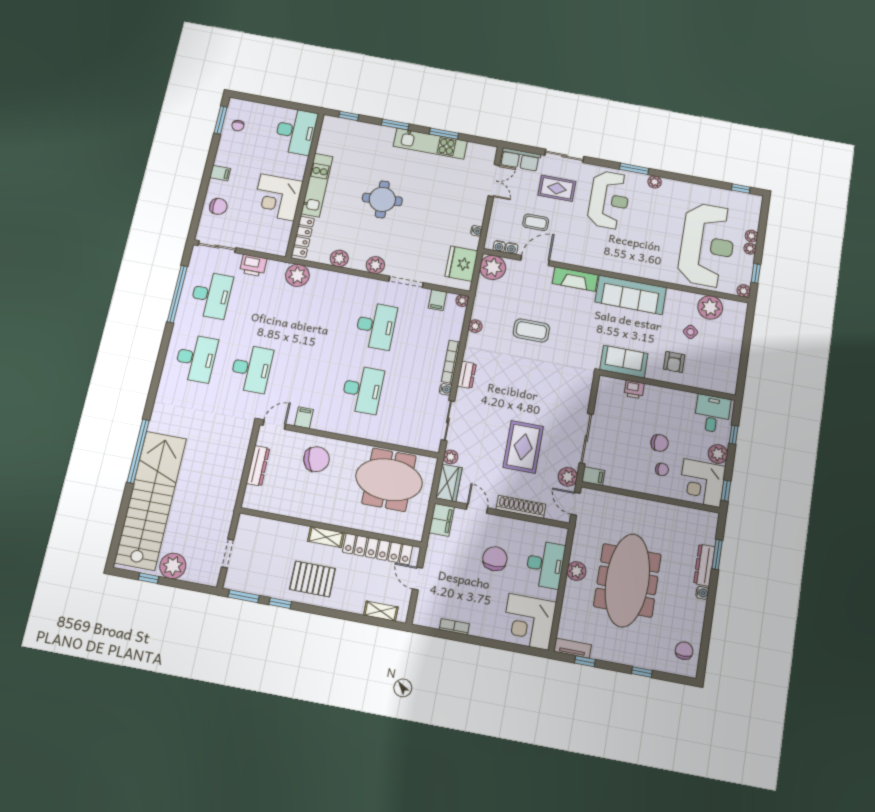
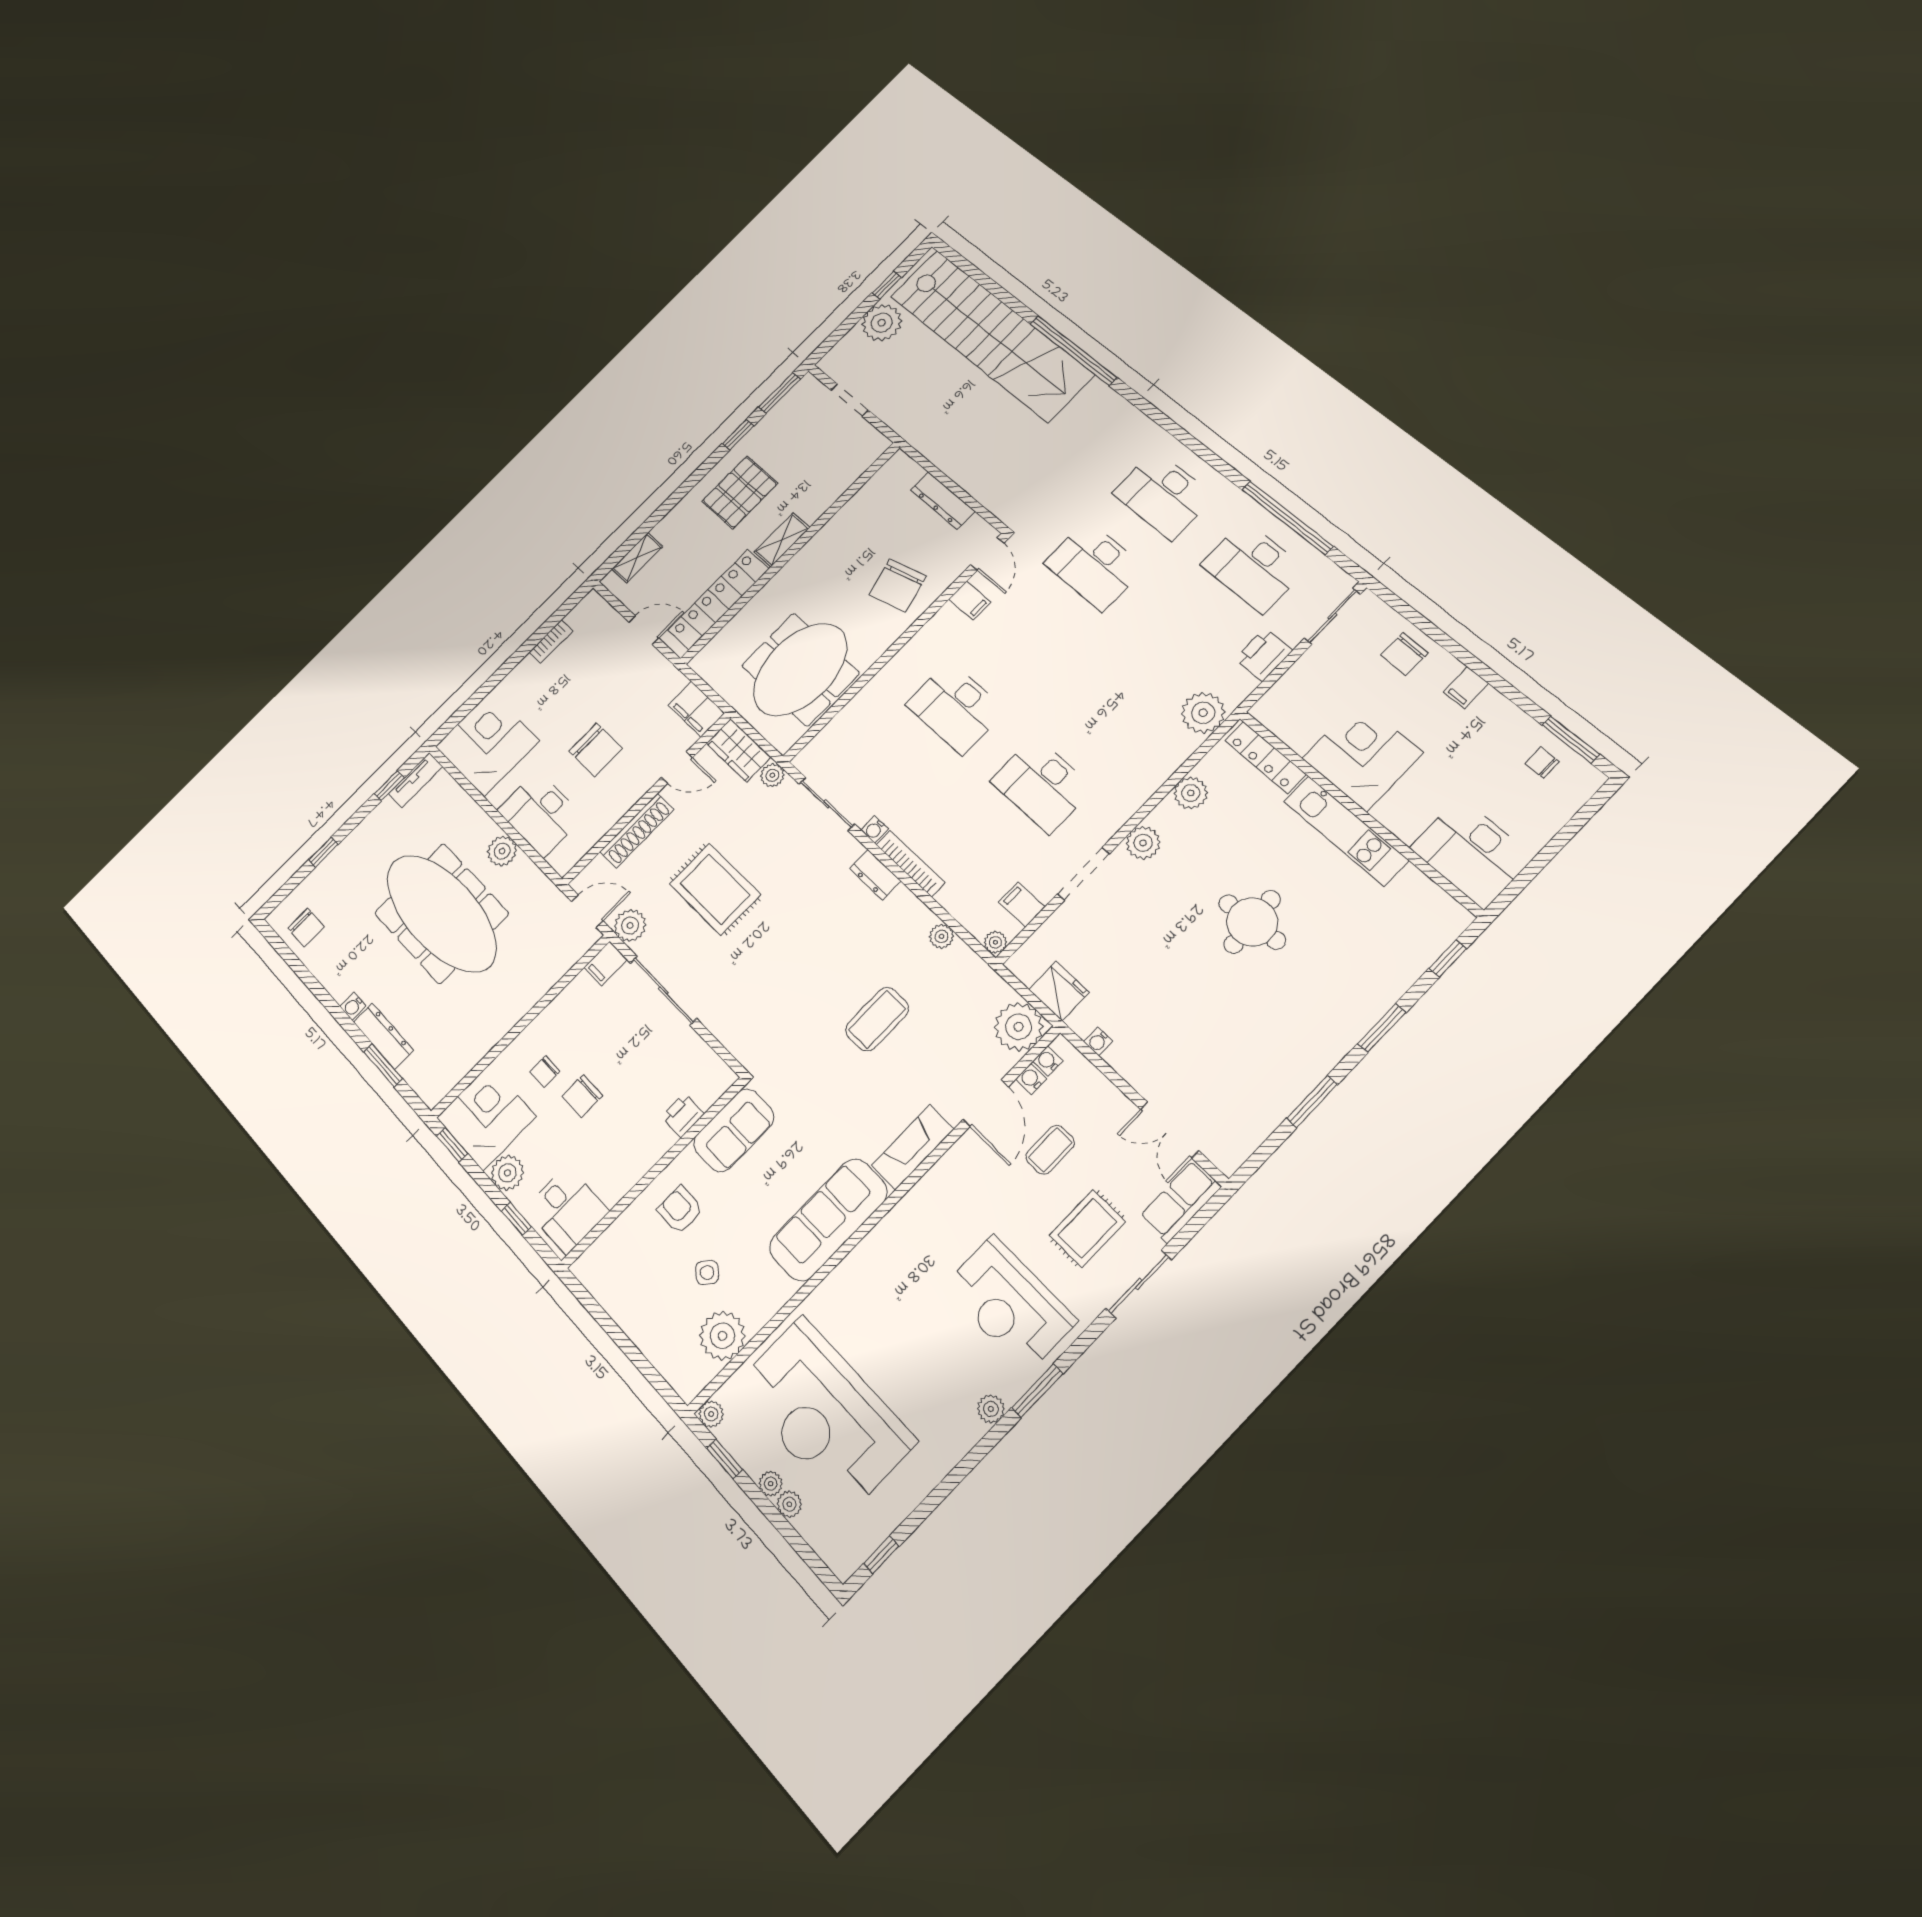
kitchen unit: (430, 144) -> (1307, 1066), removed
fridge: (461, 264) -> (1059, 991), width x0.73, depth x0.75

